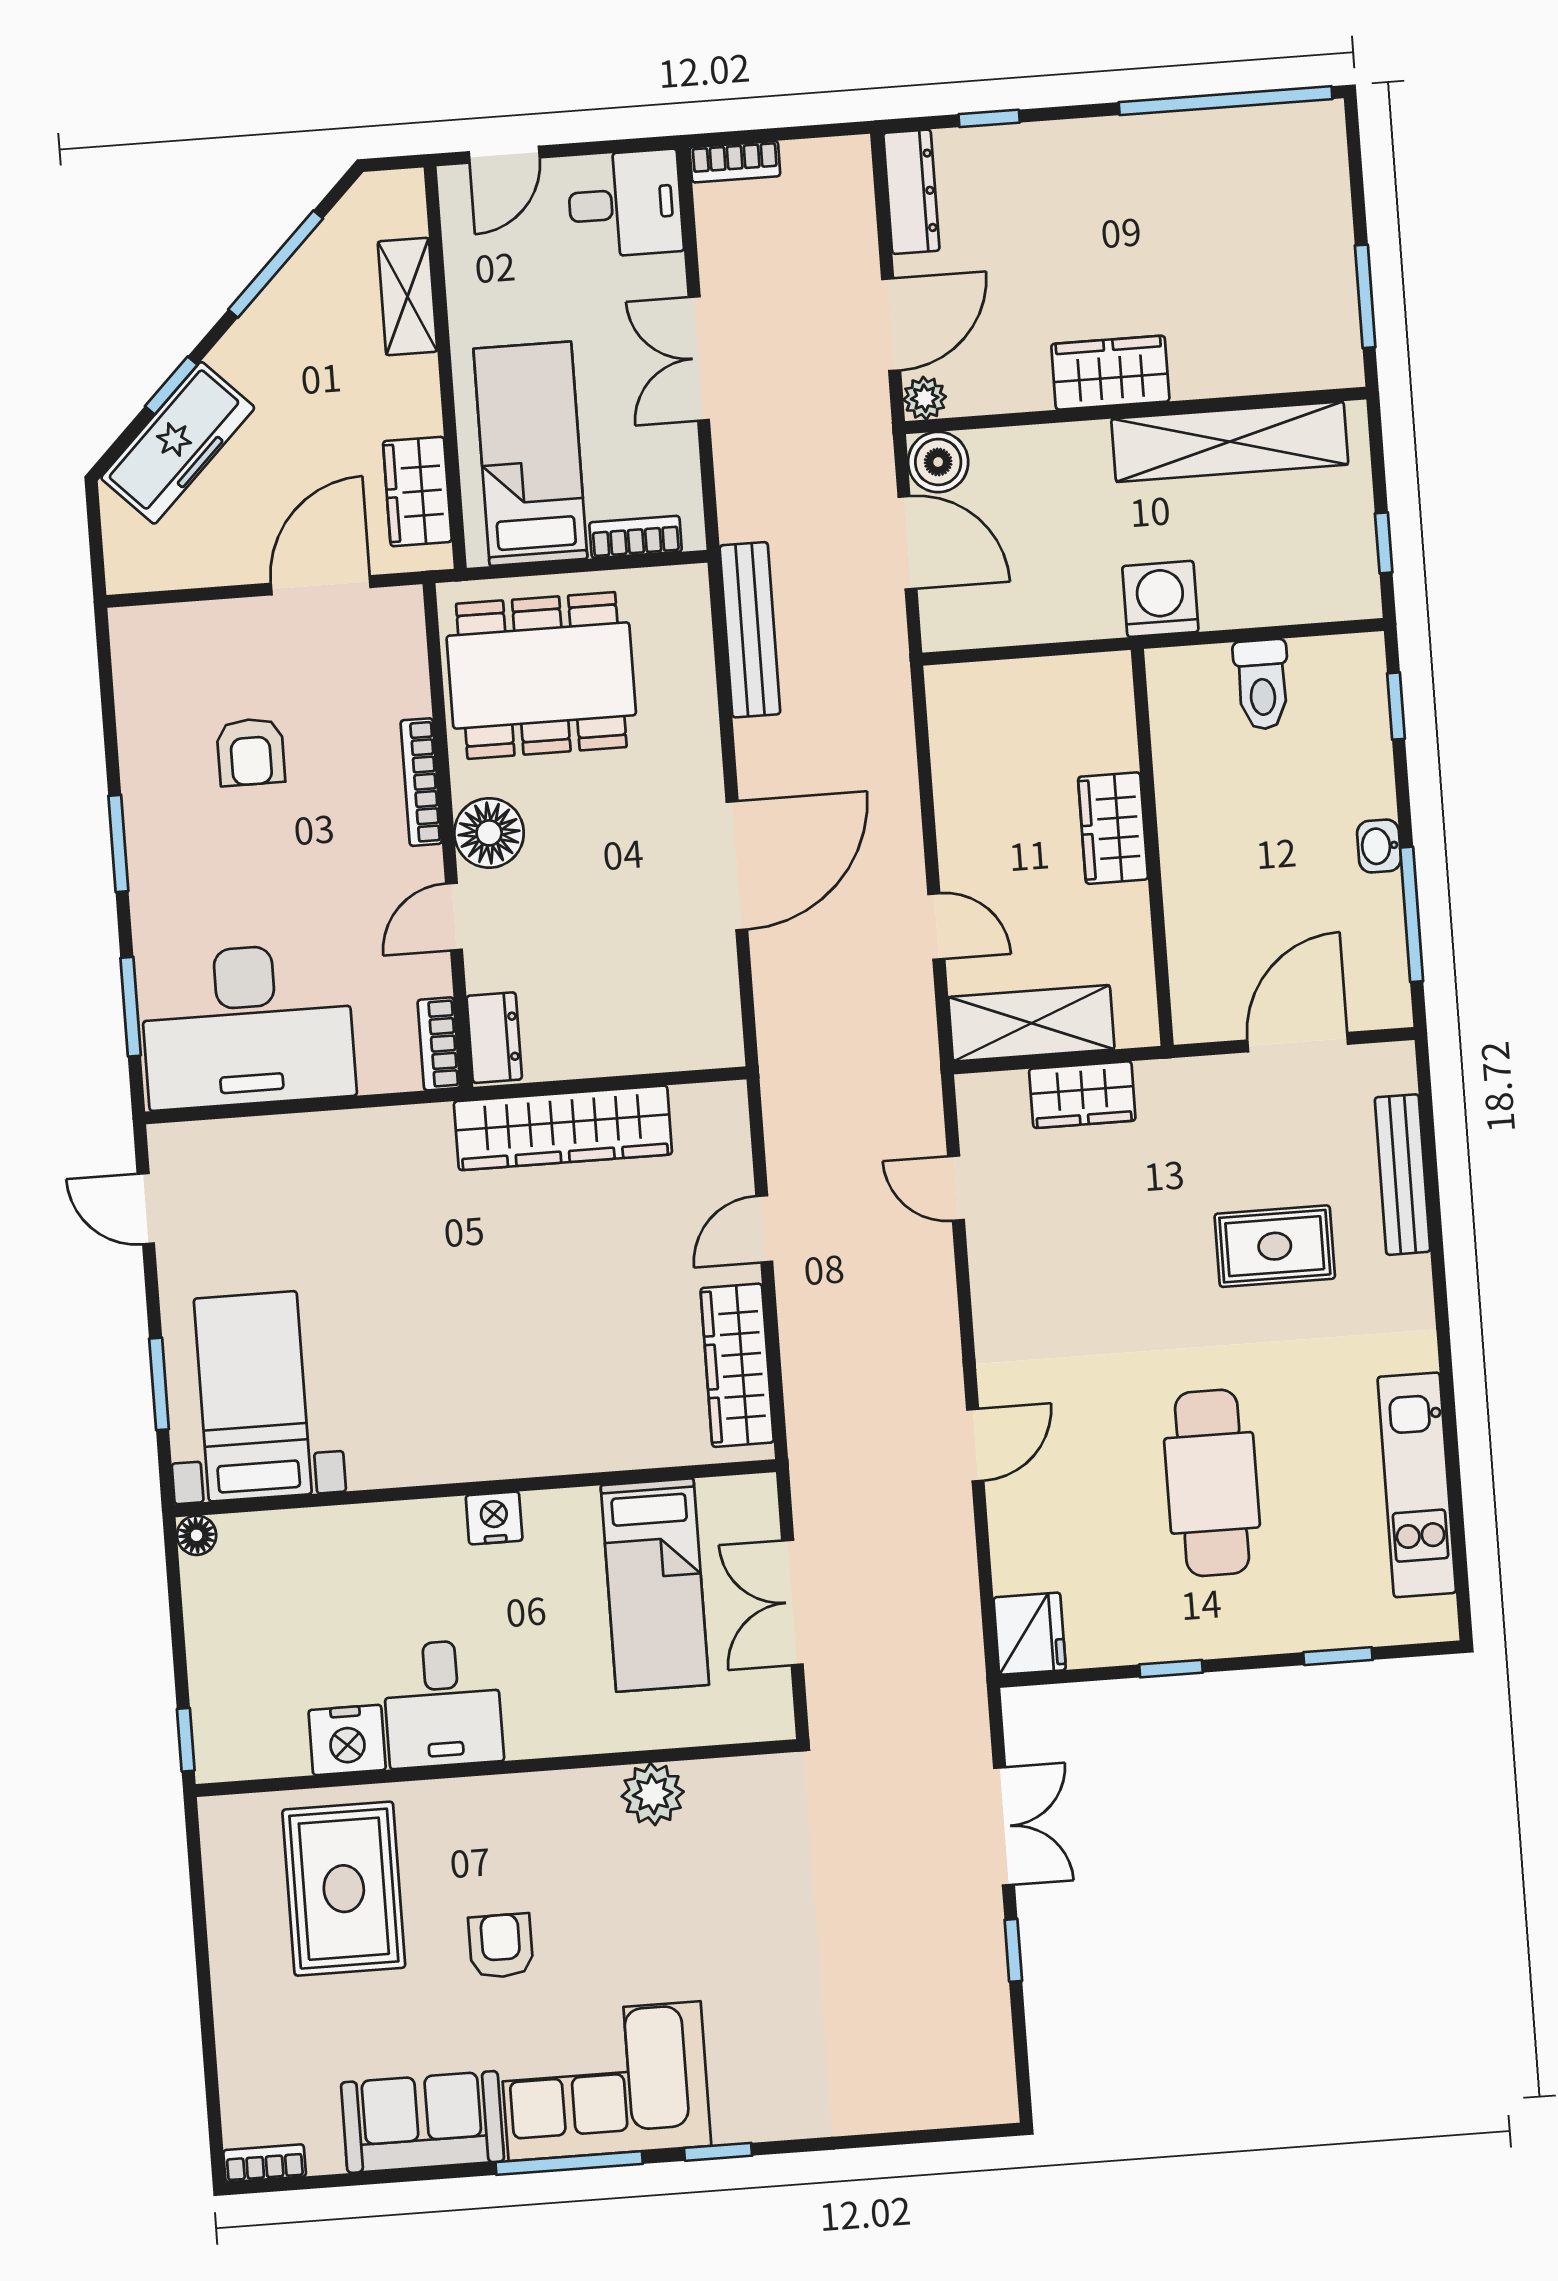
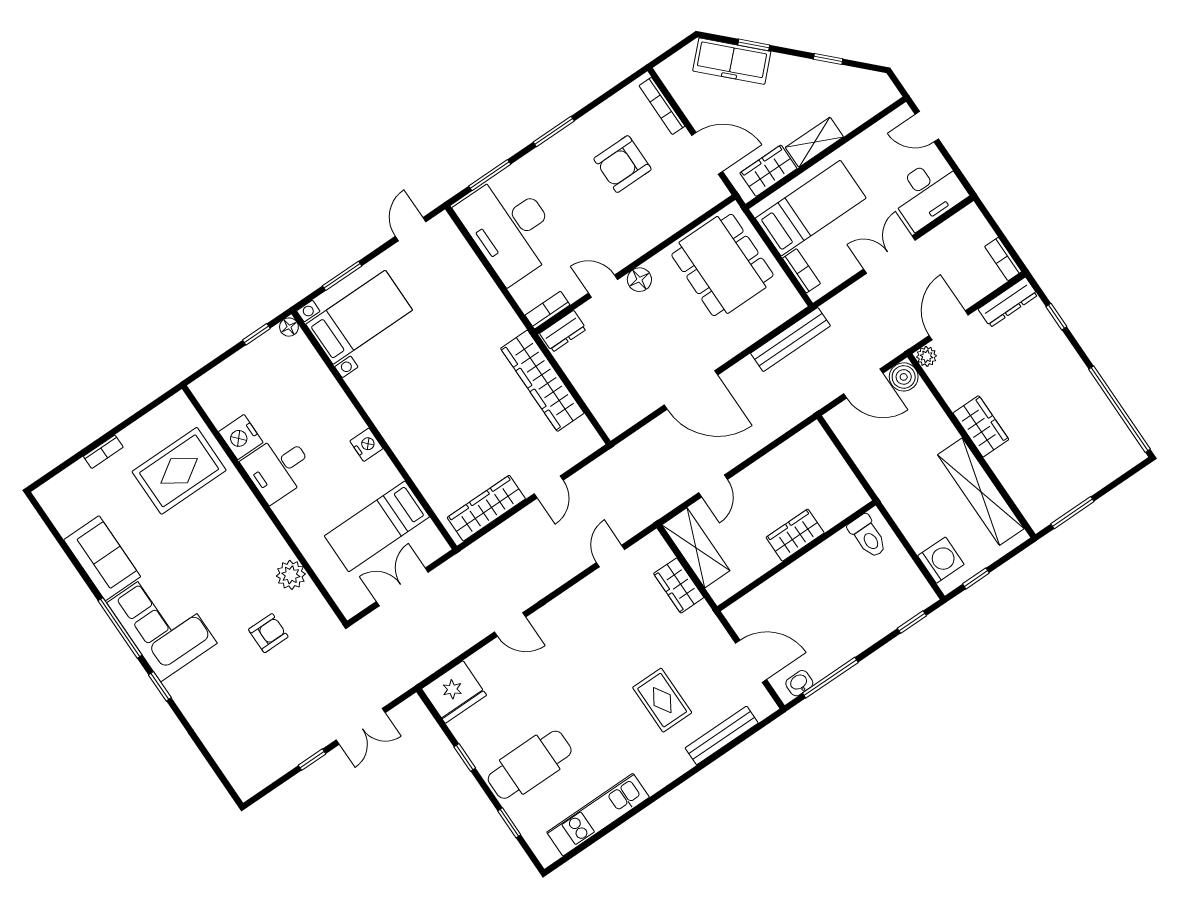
bookcase: (735, 162) -> (1003, 259), moved
desk: (625, 204) -> (928, 193), width x1.37
window: (276, 264) -> (828, 59), width x0.46
shelving: (408, 297) -> (814, 142), moved
door: (891, 325) -> (949, 325), swing flipped
door: (907, 543) -> (863, 384), hinge flipped
washing machine: (1160, 599) -> (941, 560), moved
toilet: (1262, 685) -> (868, 536), moved, turned -90
armchair: (251, 752) -> (622, 164), width x1.38, depth x1.38
bookcase: (421, 782) -> (662, 106), moved, turned -90
floor lamp: (489, 833) -> (639, 280), width x0.73, depth x0.73
washbasin: (1379, 846) -> (799, 683), moved
door: (764, 1229) -> (549, 487), swing flipped
cafe table: (1212, 1483) -> (530, 765), moved
fridge: (1030, 1634) -> (454, 692), width x1.36, depth x1.34
window: (186, 1740) -> (256, 334), moved
armchair: (501, 1946) -> (268, 633), moved
bookcase: (265, 2163) -> (103, 452), moved, turned 90

